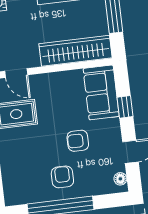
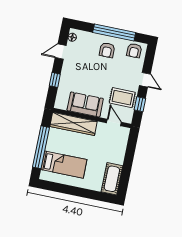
sofa: (101, 92) -> (85, 105), moved, turned -90
armchair: (78, 141) -> (134, 51), moved, turned 90

